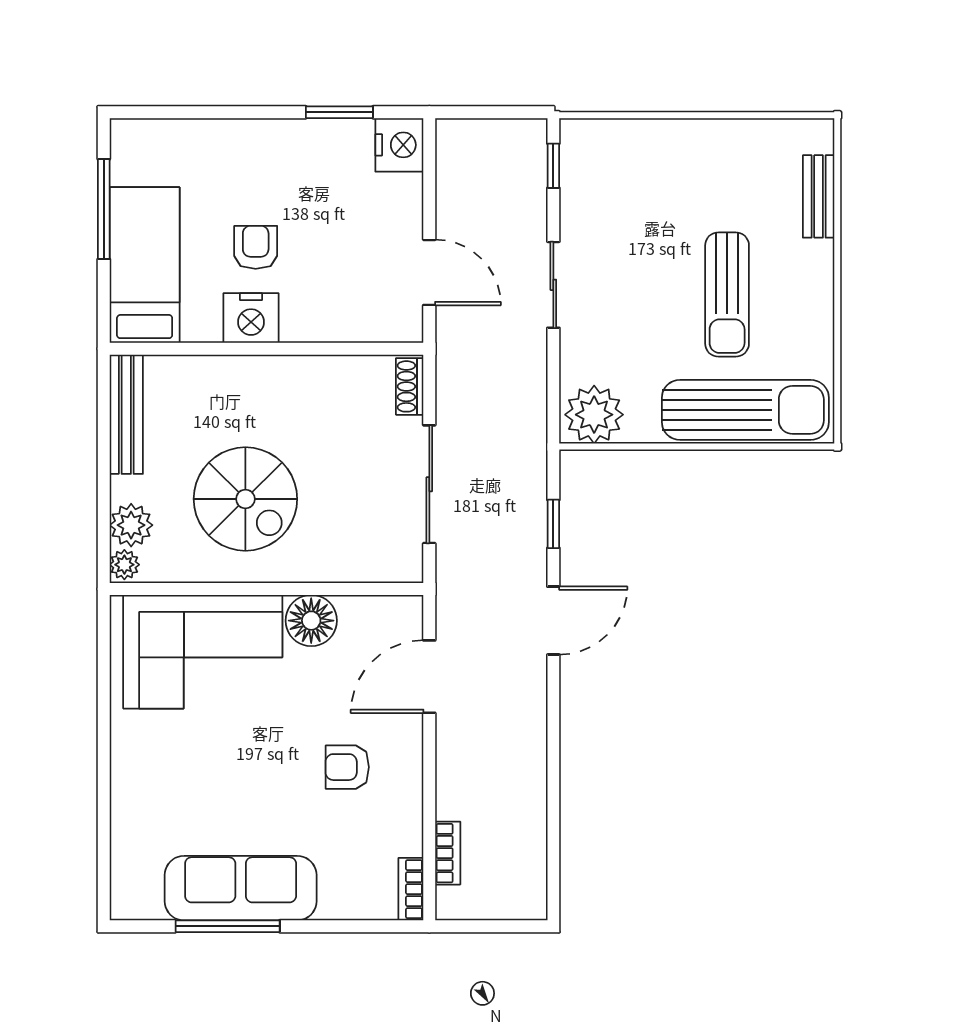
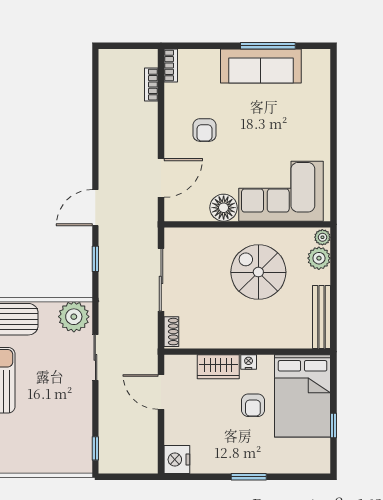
window: (339, 112) -> (249, 477), moved
window: (104, 209) -> (333, 426), width x0.46
bed: (145, 265) -> (303, 396), width x1.50
sliding door: (553, 285) -> (95, 357), moved
nightstand: (251, 318) -> (249, 362), width x0.53, depth x0.56
wardrobe: (321, 320) -> (218, 367), added
armchair: (347, 767) -> (204, 130), turned 90

